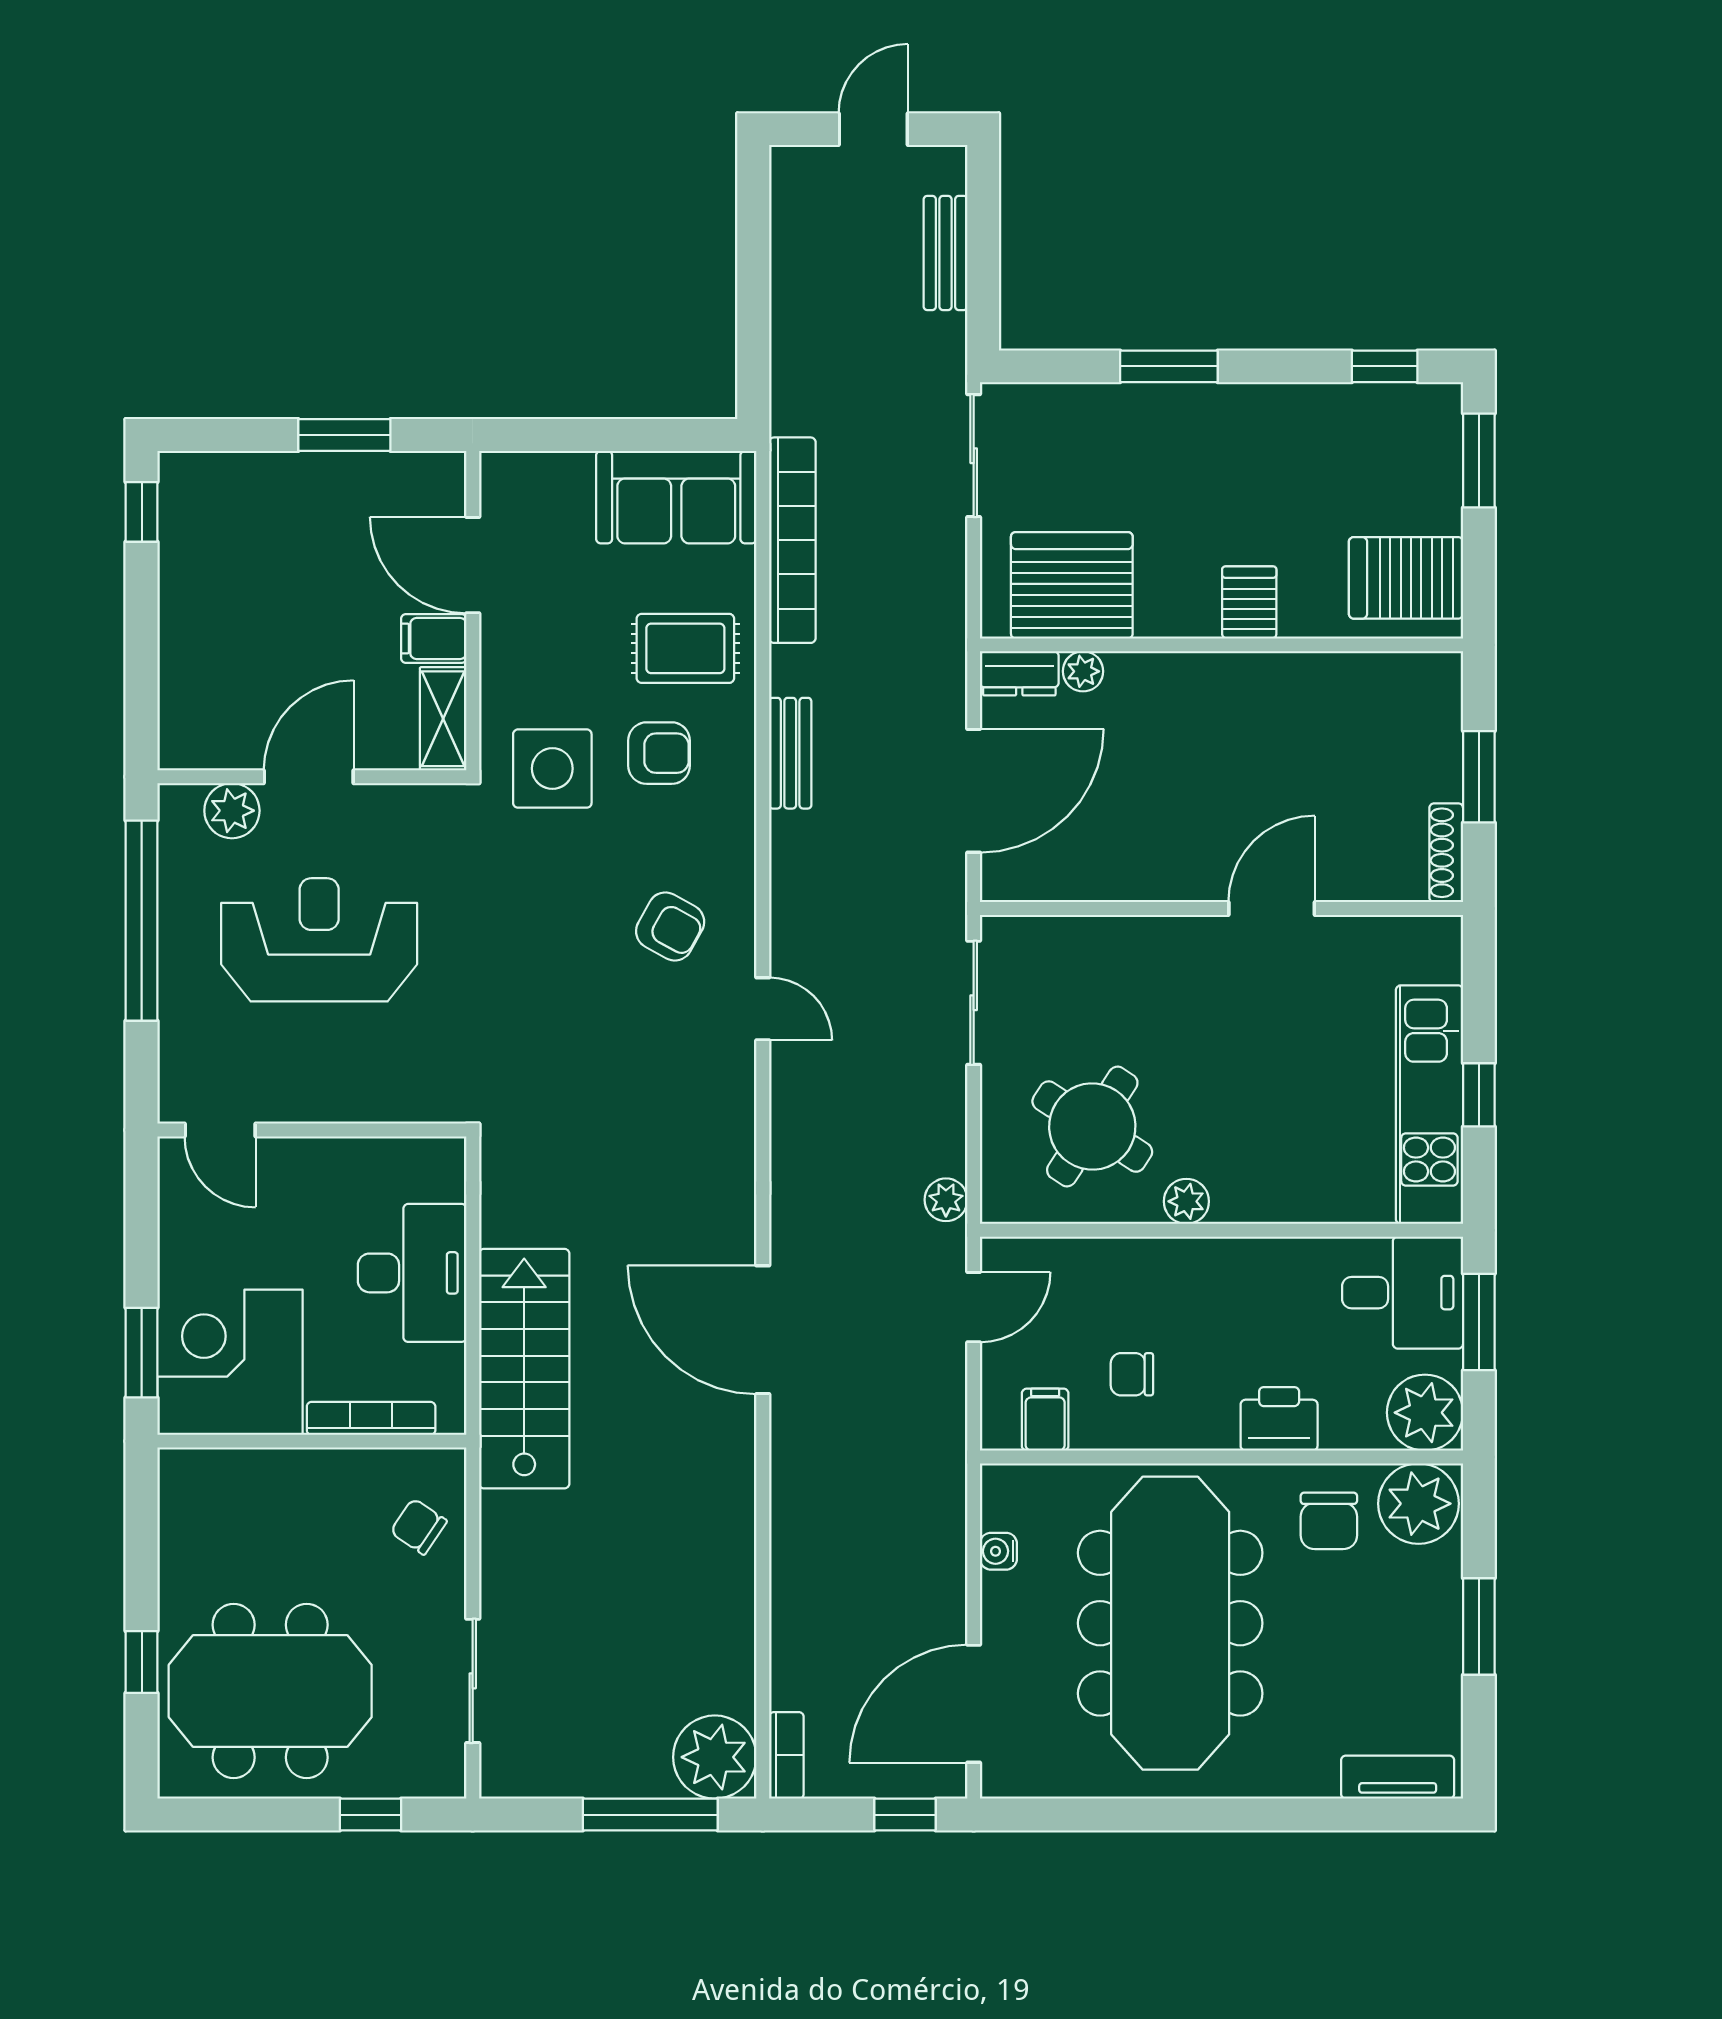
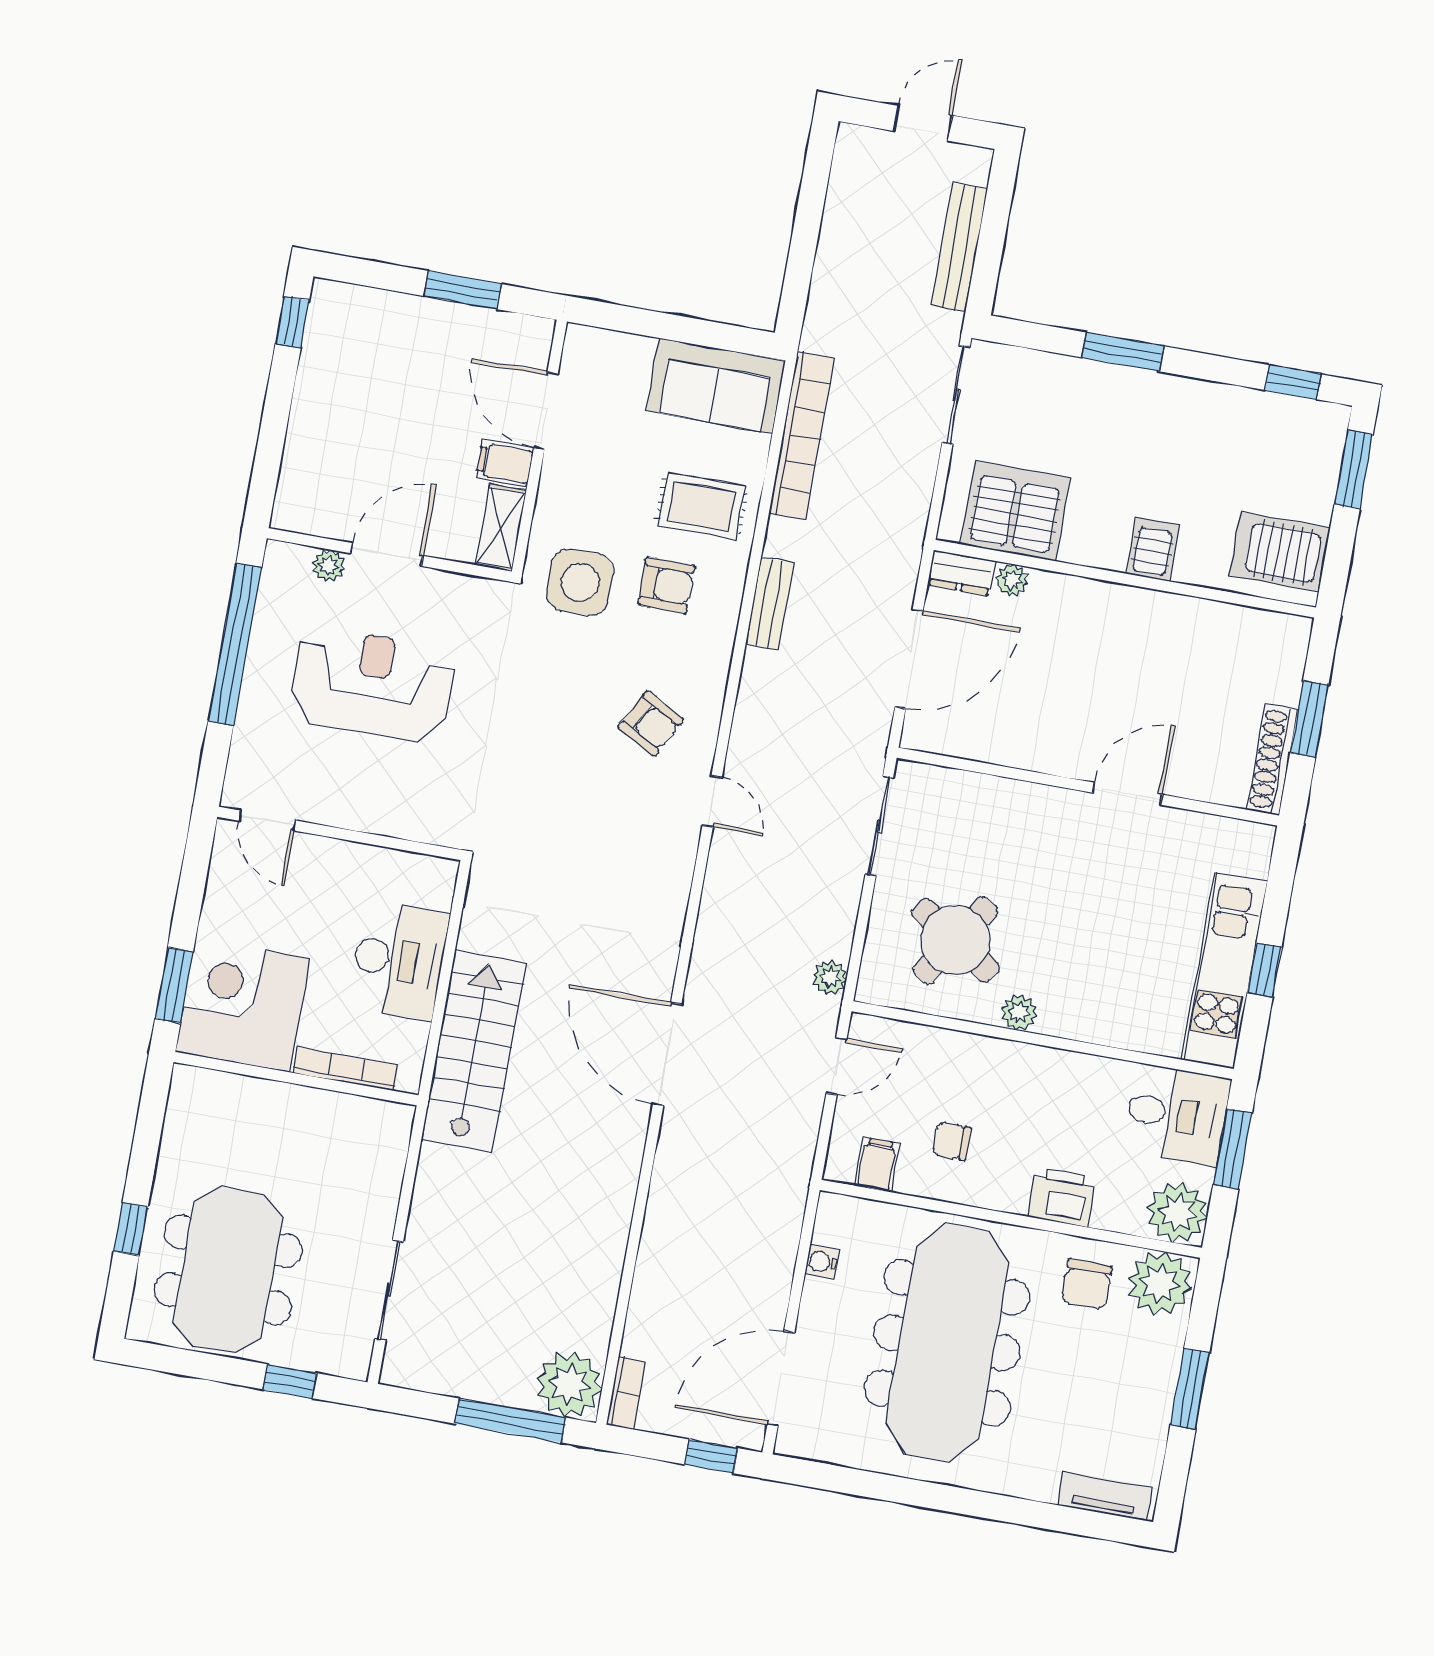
bench: (946, 253) -> (959, 247), width x1.36
plant: (232, 811) -> (329, 566), width x0.73, depth x0.73
shoe rack: (1446, 853) -> (1272, 760), width x1.36, depth x1.24
chair: (419, 1527) -> (368, 1161), removed
meeting table: (270, 1691) -> (228, 1270), turned 90

